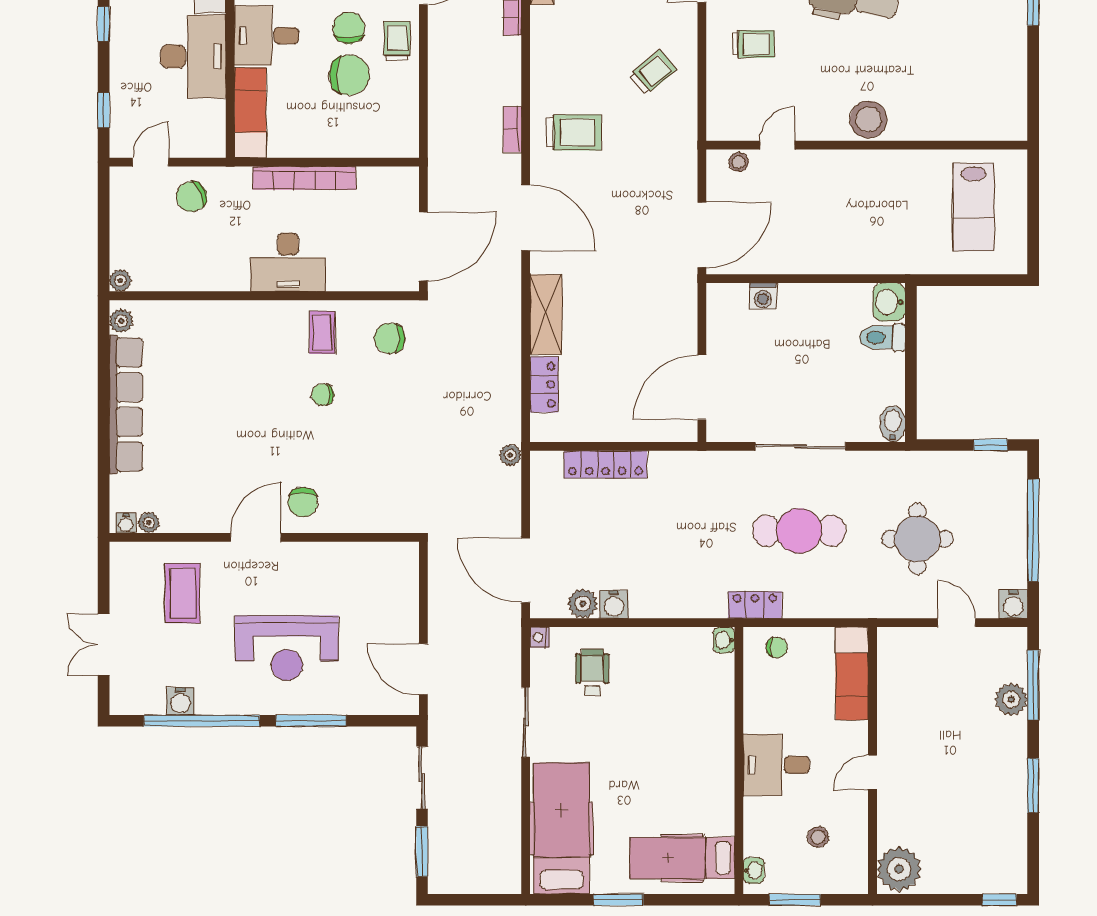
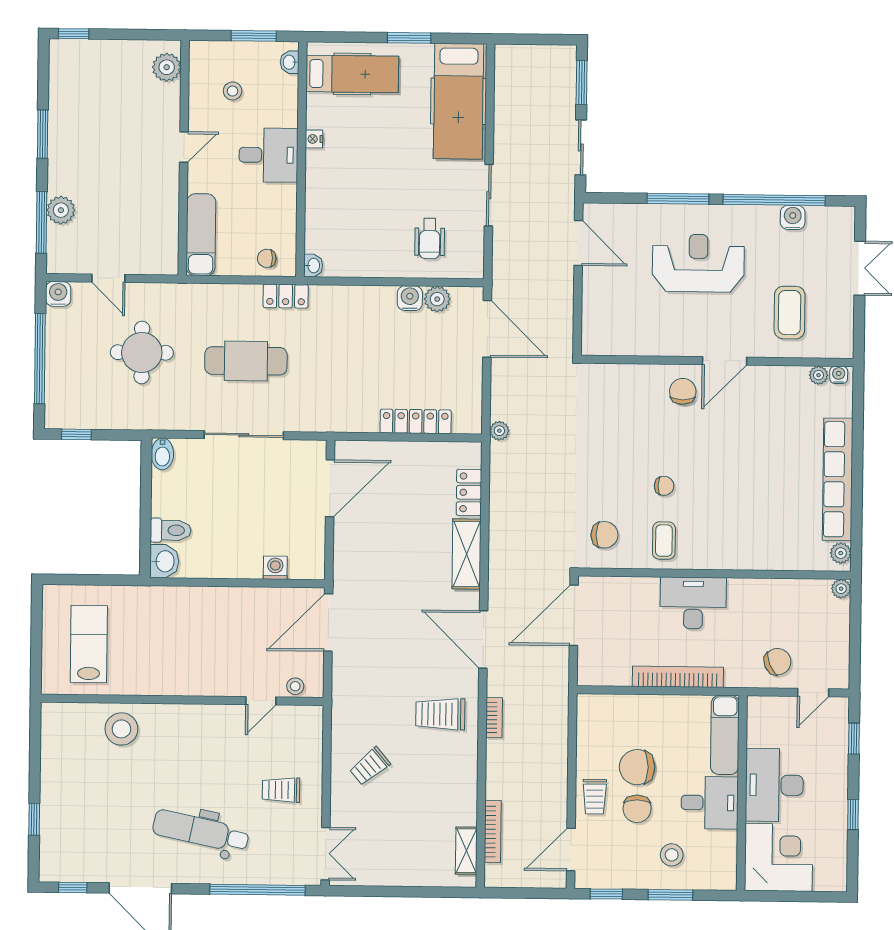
stool: (868, 119) -> (121, 729), moved
nightstand: (540, 637) -> (314, 139), moved, turned 180
plant: (899, 869) -> (167, 67), width x0.73, depth x0.73

